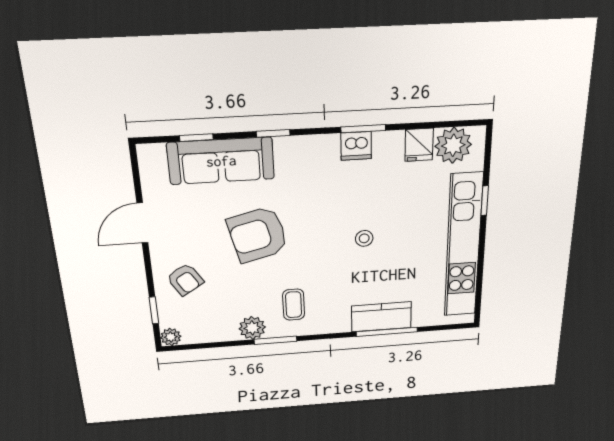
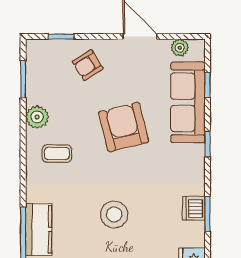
stool: (364, 238) -> (114, 214), width x1.89, depth x1.89
plant: (171, 337) -> (180, 48), moved
window: (275, 340) -> (23, 79), moved

